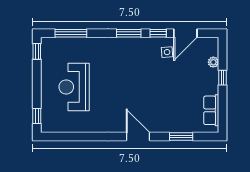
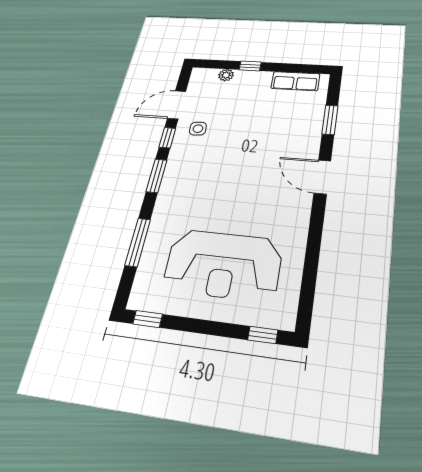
window: (71, 33) -> (138, 242), moved
door: (185, 33) -> (177, 105), swing flipped
reception desk: (74, 87) -> (223, 265), width x1.36, depth x1.30
door: (138, 136) -> (322, 177), hinge flipped

